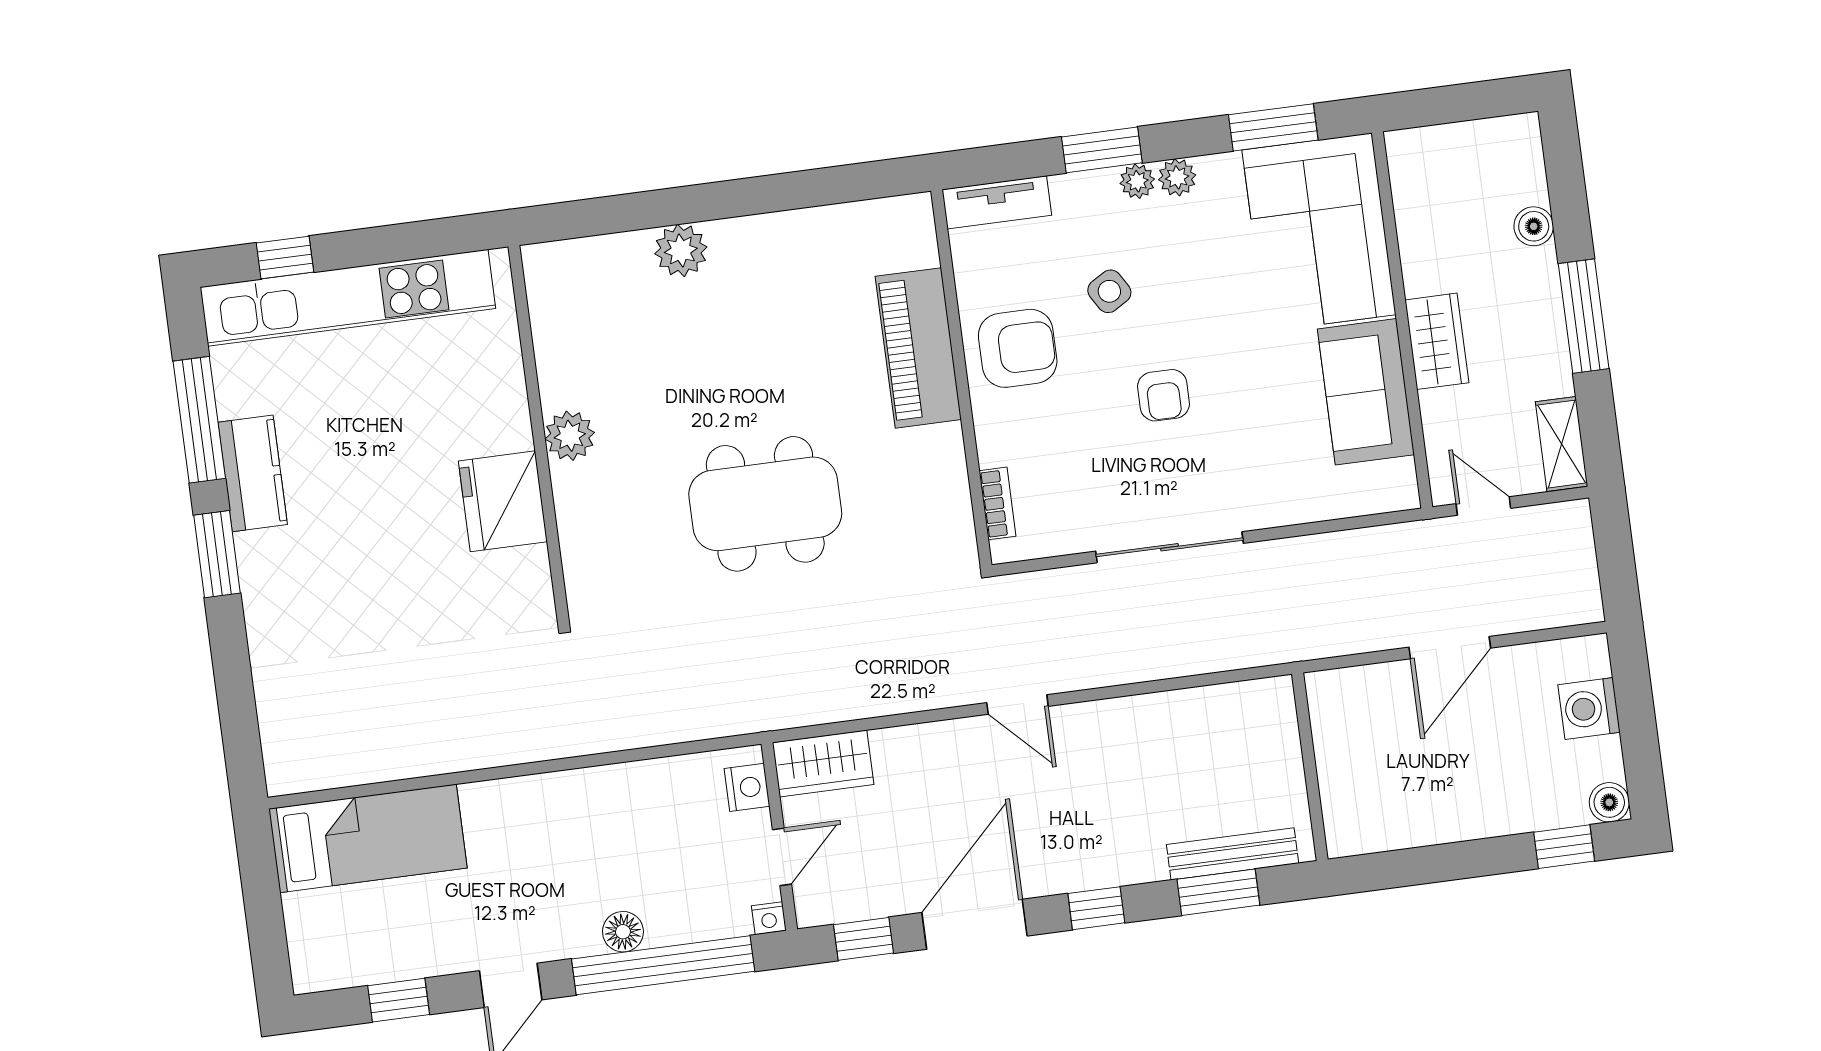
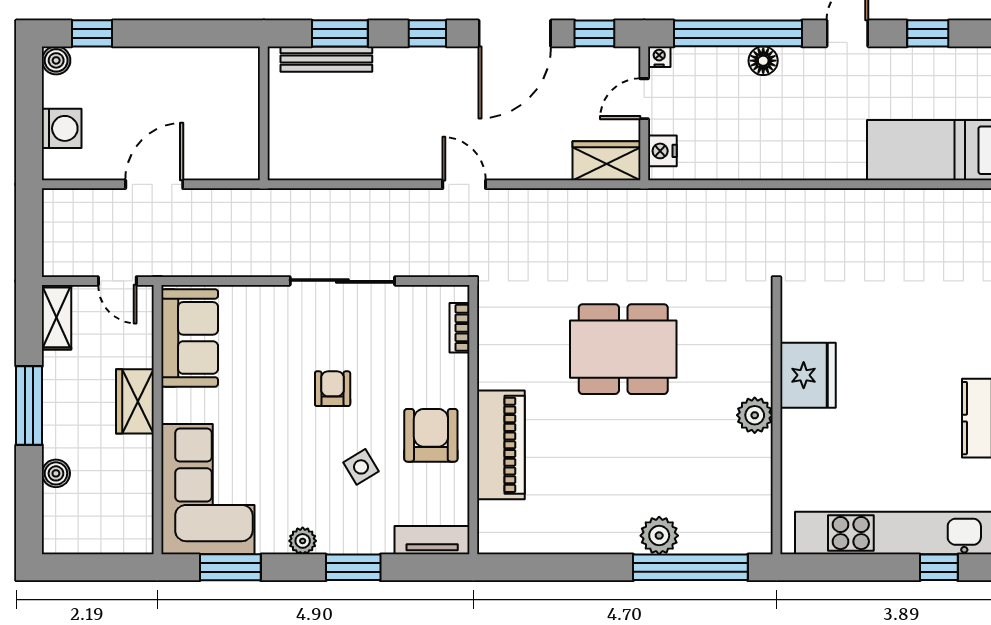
plant: (1137, 181) -> (331, 542), removed
window: (631, 212) -> (690, 567), added
armchair: (1018, 348) -> (431, 435), turned 90
sofa: (1366, 392) -> (190, 338), moved

